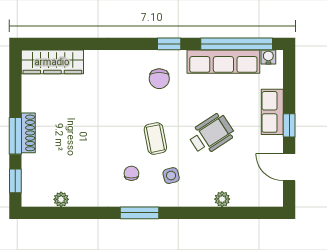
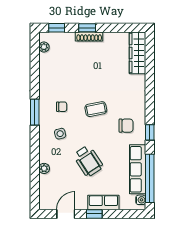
chair: (159, 79) -> (126, 126), turned 180
window: (15, 136) -> (87, 28), width x0.67
coffee table: (155, 139) -> (96, 109), moved
plant: (61, 199) -> (44, 47), moved

